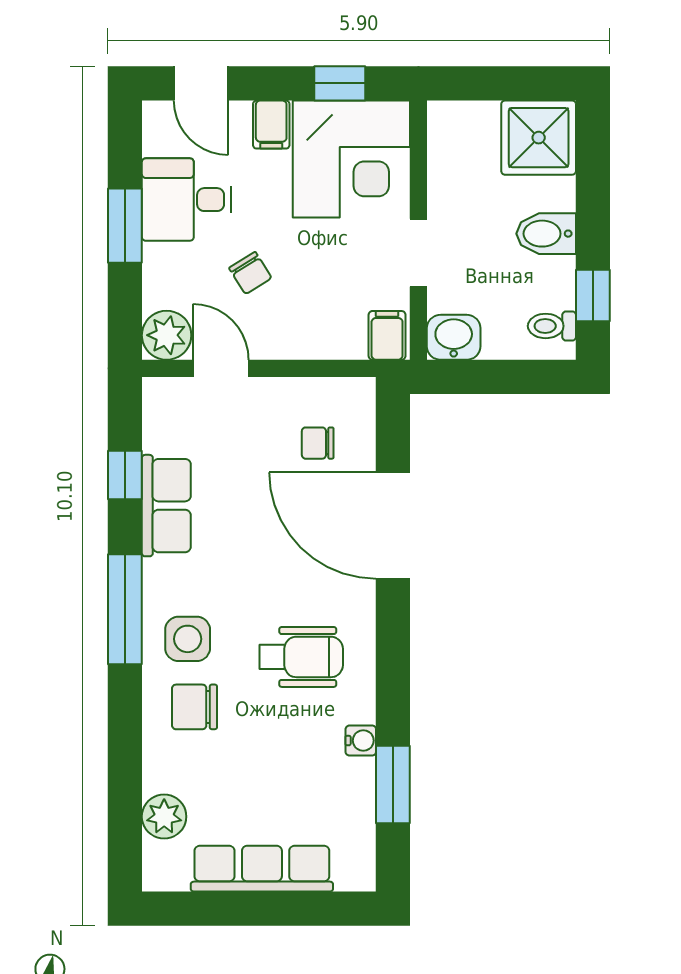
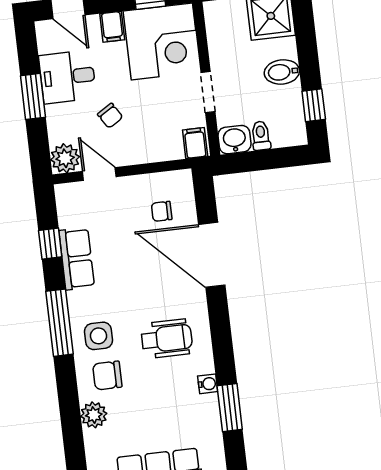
toilet: (552, 326) -> (261, 136), moved, turned 90
plant: (164, 817) -> (94, 415), moved

